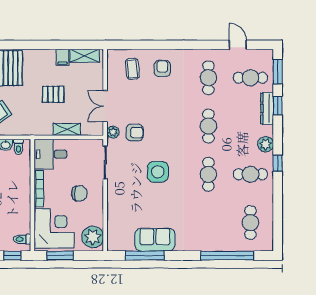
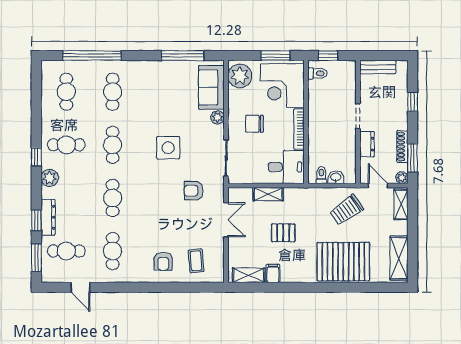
plant: (113, 132) -> (218, 117), moved
cafe table: (208, 223) -> (113, 92), added
sofa: (155, 240) -> (211, 87), moved, turned 90

